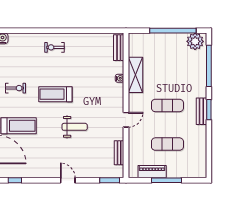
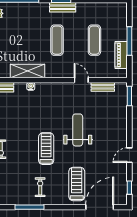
treadmill: (55, 94) -> (46, 149), turned 180
door: (126, 120) -> (81, 80), moved
weight bench: (75, 127) -> (78, 130), width x1.36, depth x1.33
door: (68, 180) -> (129, 155), moved

